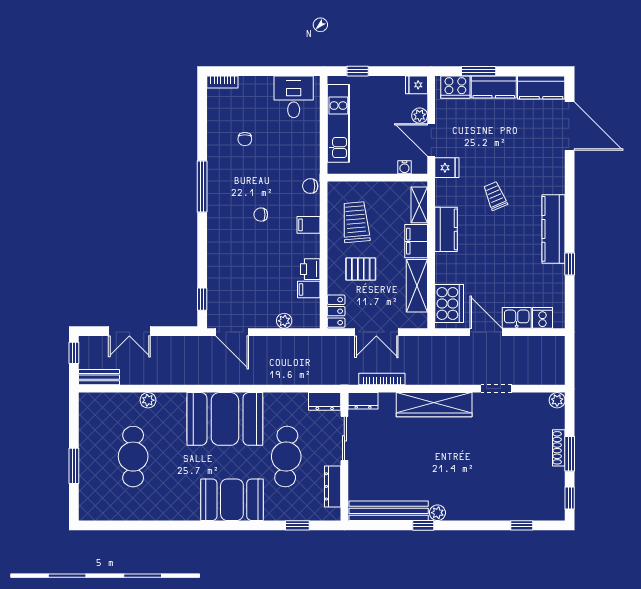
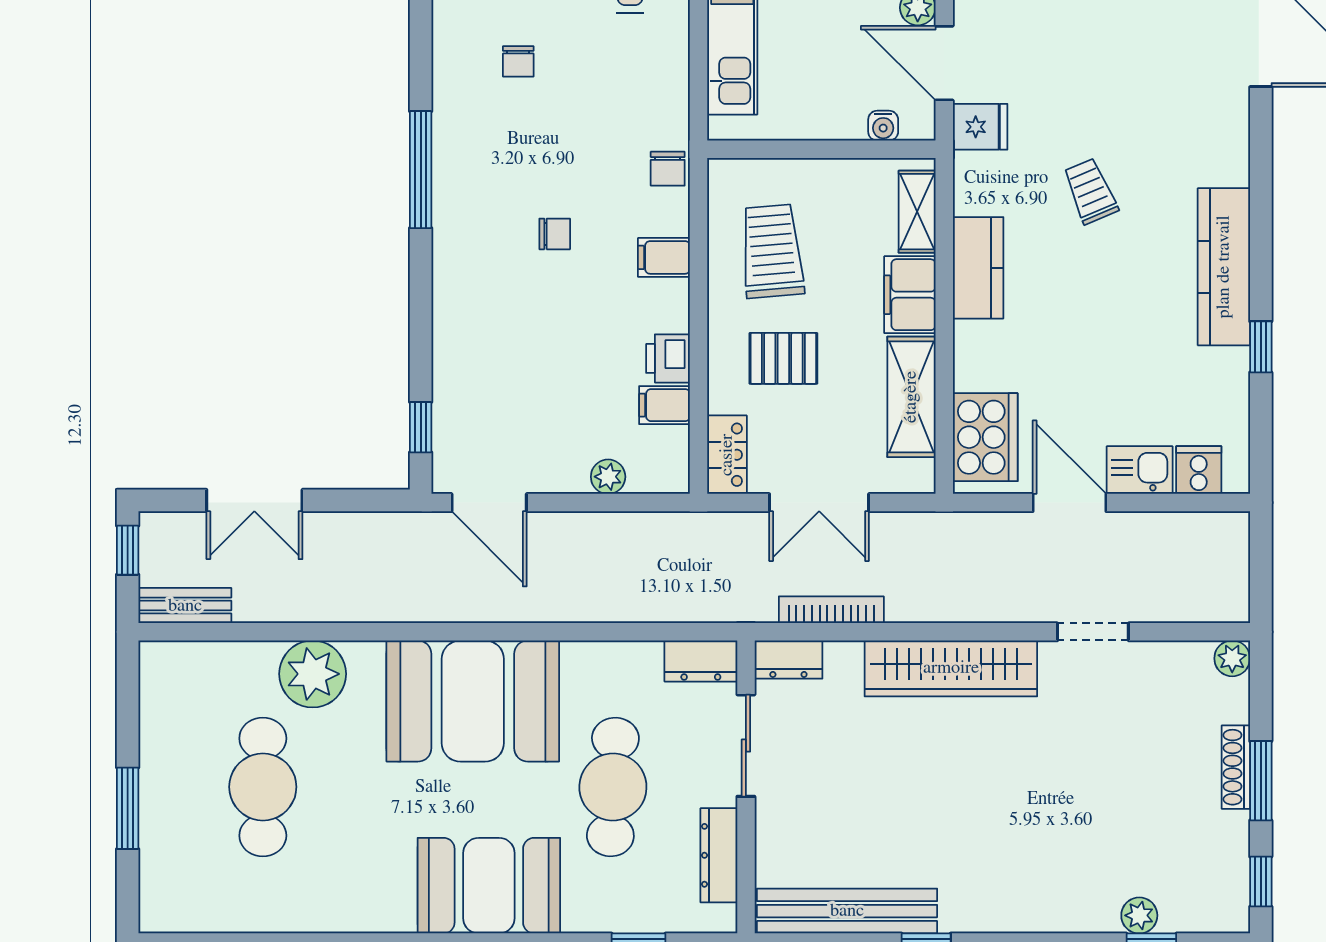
chair: (310, 186) -> (668, 169), turned -90
chair: (261, 215) -> (555, 234), turned 180
plant: (148, 400) -> (313, 674), width x1.88, depth x1.88
plant: (437, 513) -> (1139, 915), moved

